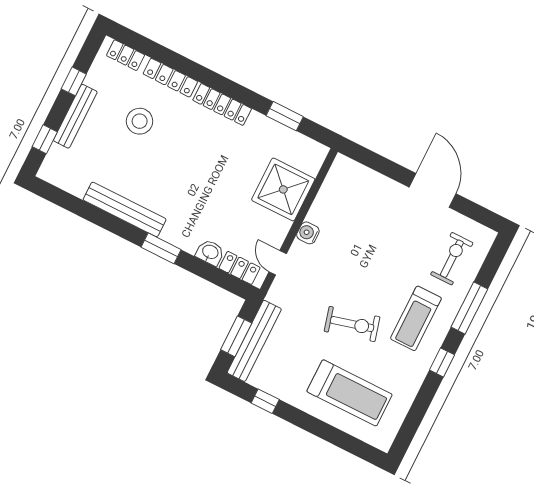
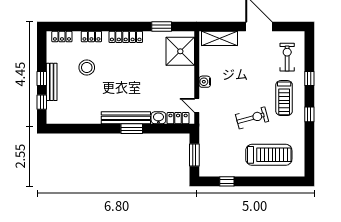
locker: (170, 78) -> (91, 36), width x0.66
window: (74, 81) -> (42, 78), moved
shelving: (363, 178) -> (219, 38), added
shower: (283, 189) -> (180, 51), moved
bench: (125, 209) -> (126, 118), moved
window: (469, 308) -> (309, 78), width x0.46
bench: (254, 341) -> (205, 153), removed

